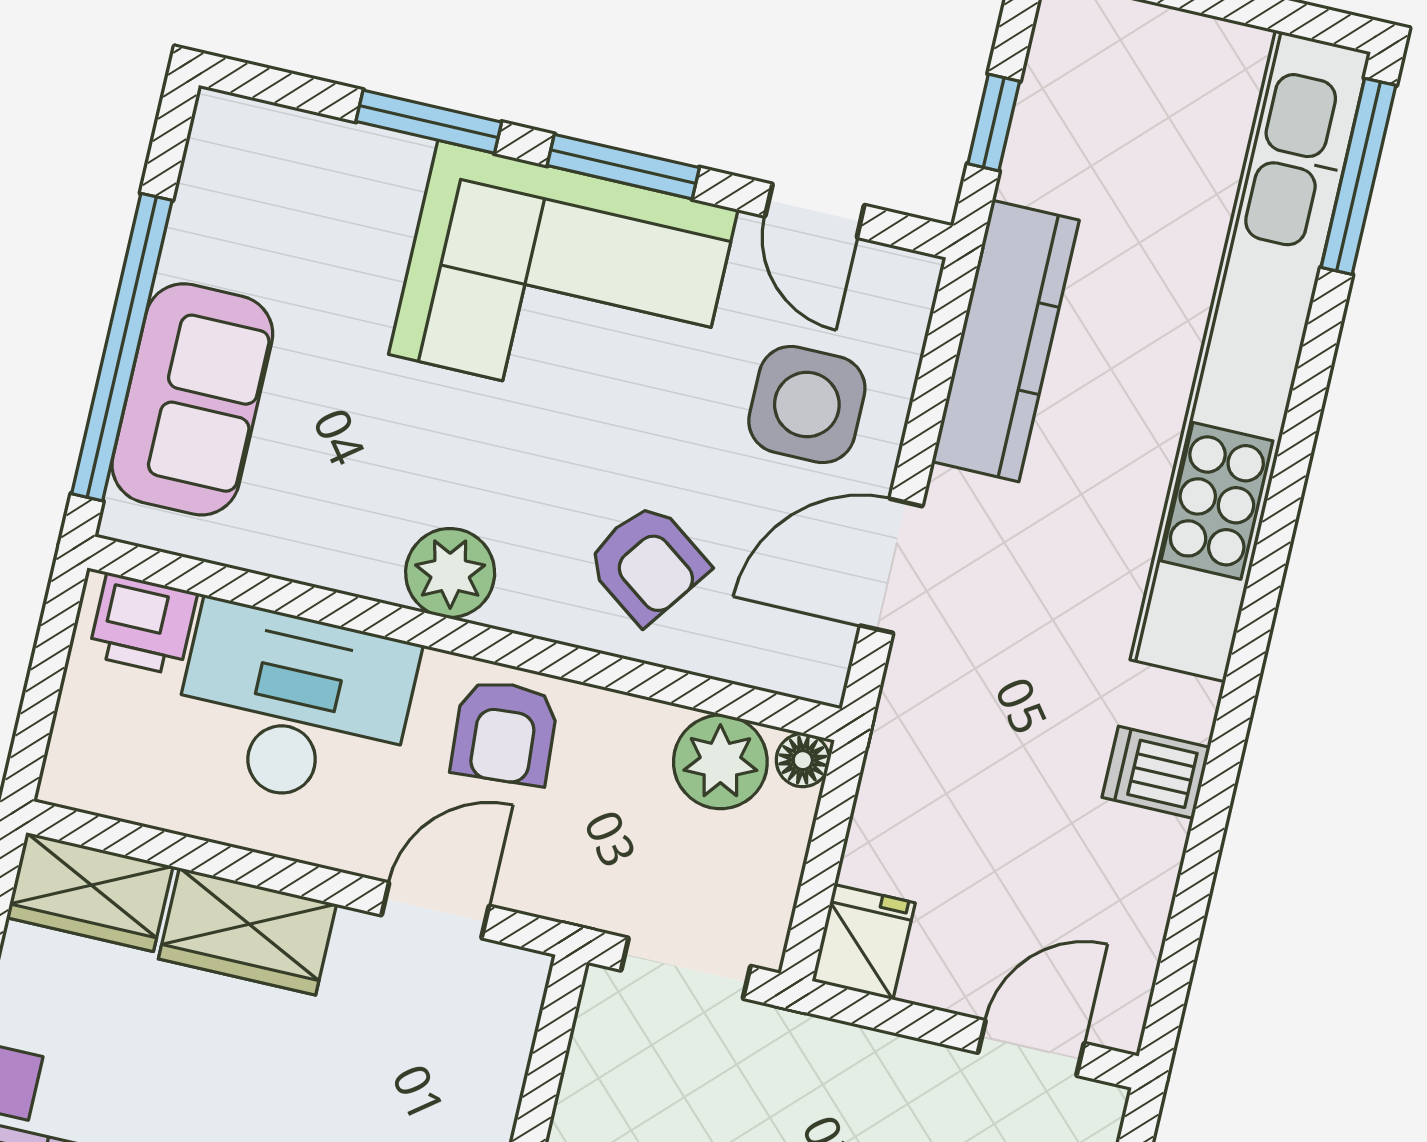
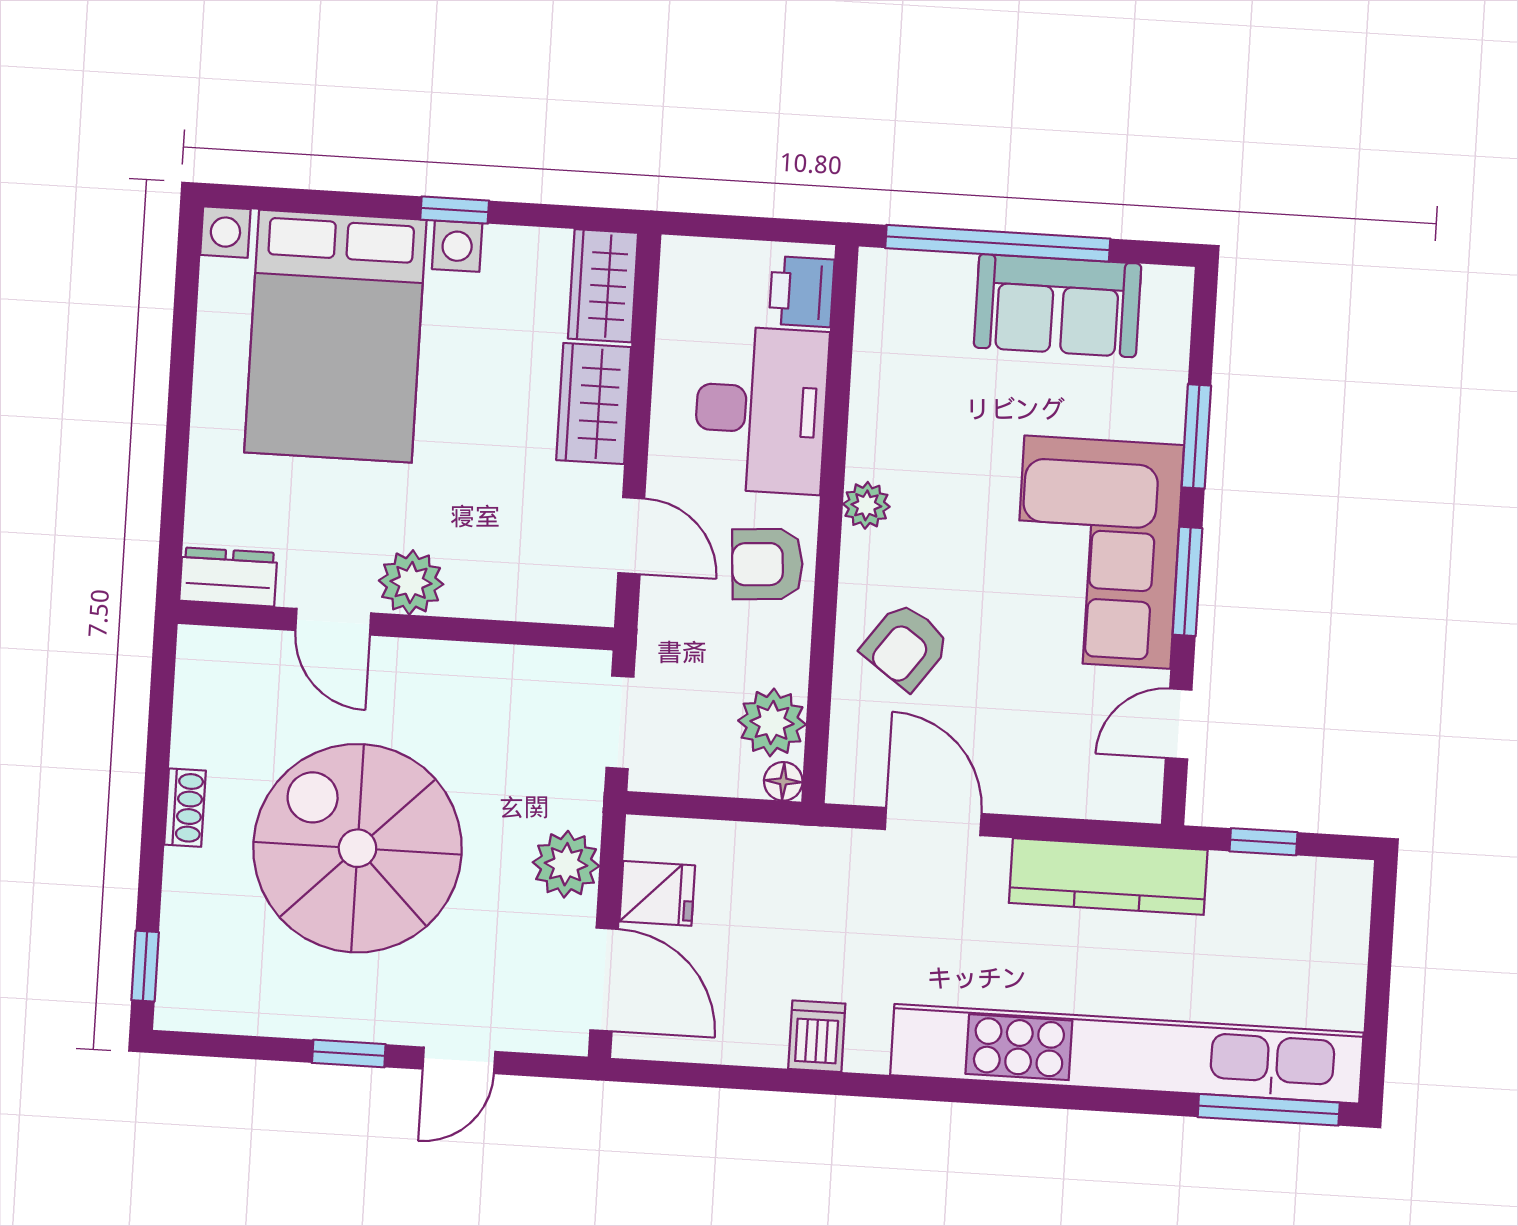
sofa: (192, 399) -> (1058, 306), moved
side table: (807, 405) -> (1039, 742), removed
plant: (450, 573) -> (866, 505), width x0.73, depth x0.73
fridge: (864, 942) -> (657, 893), moved
door: (1031, 1048) -> (604, 980), width x1.38
plant: (866, 1074) -> (566, 864), added

